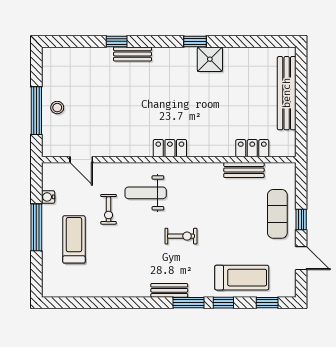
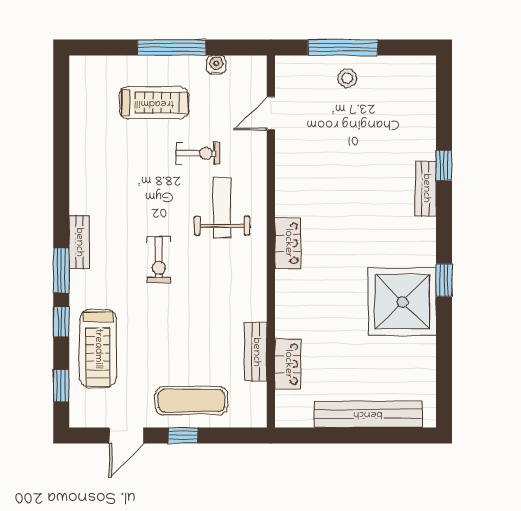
shower: (210, 59) -> (402, 302), width x1.86, depth x1.86
exercise bike: (109, 209) -> (198, 153), turned 180

